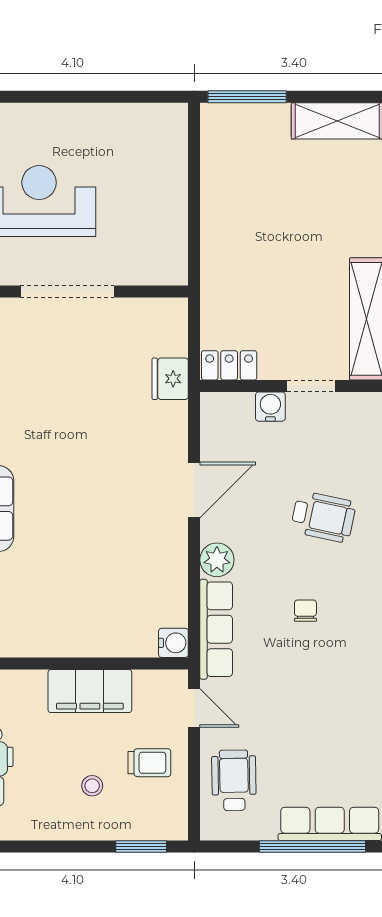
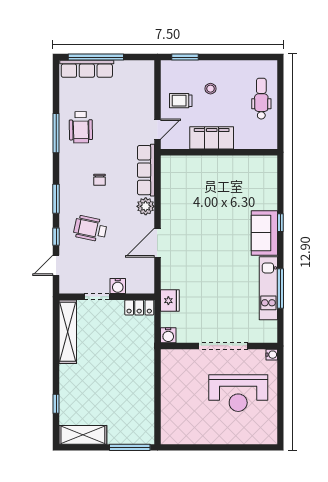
water cooler: (173, 643) -> (168, 335), moved, turned -90
door: (194, 708) -> (157, 129), swing flipped
wheelchair: (234, 780) -> (81, 127), moved

